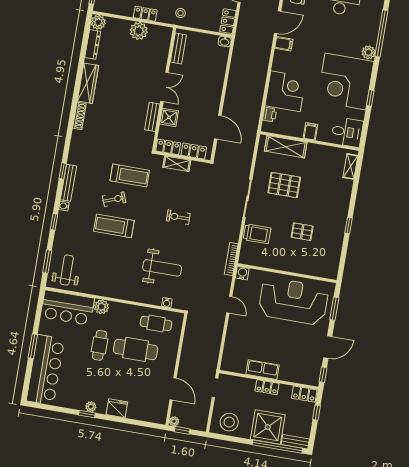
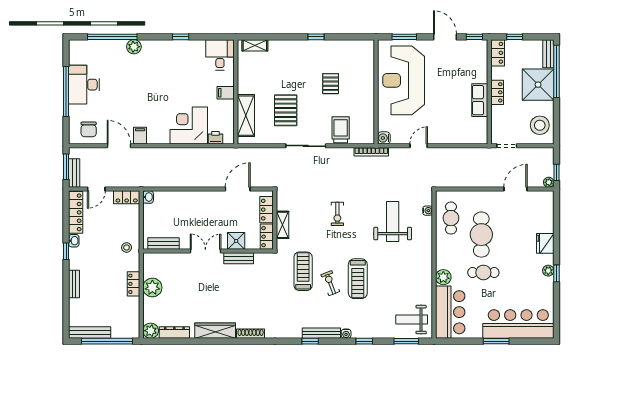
corner desk: (345, 81) -> (168, 65), removed

